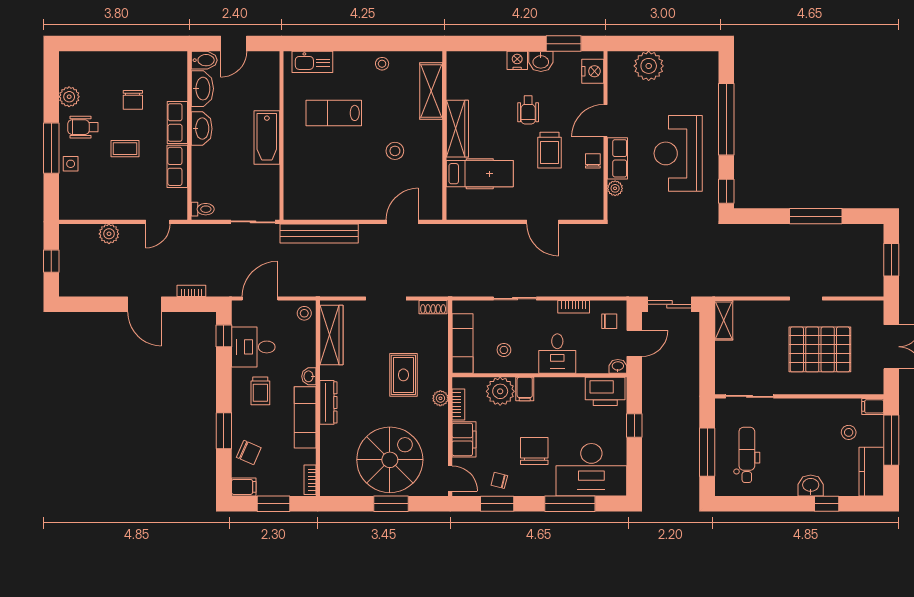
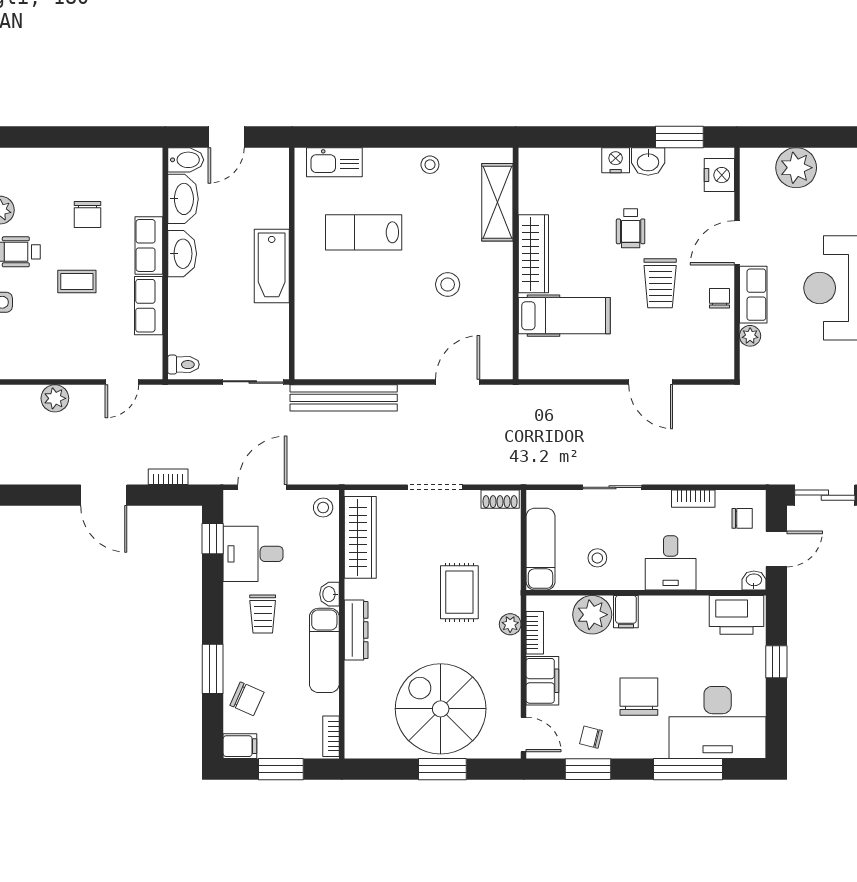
spiral stairs: (390, 460) -> (441, 709), turned -90

